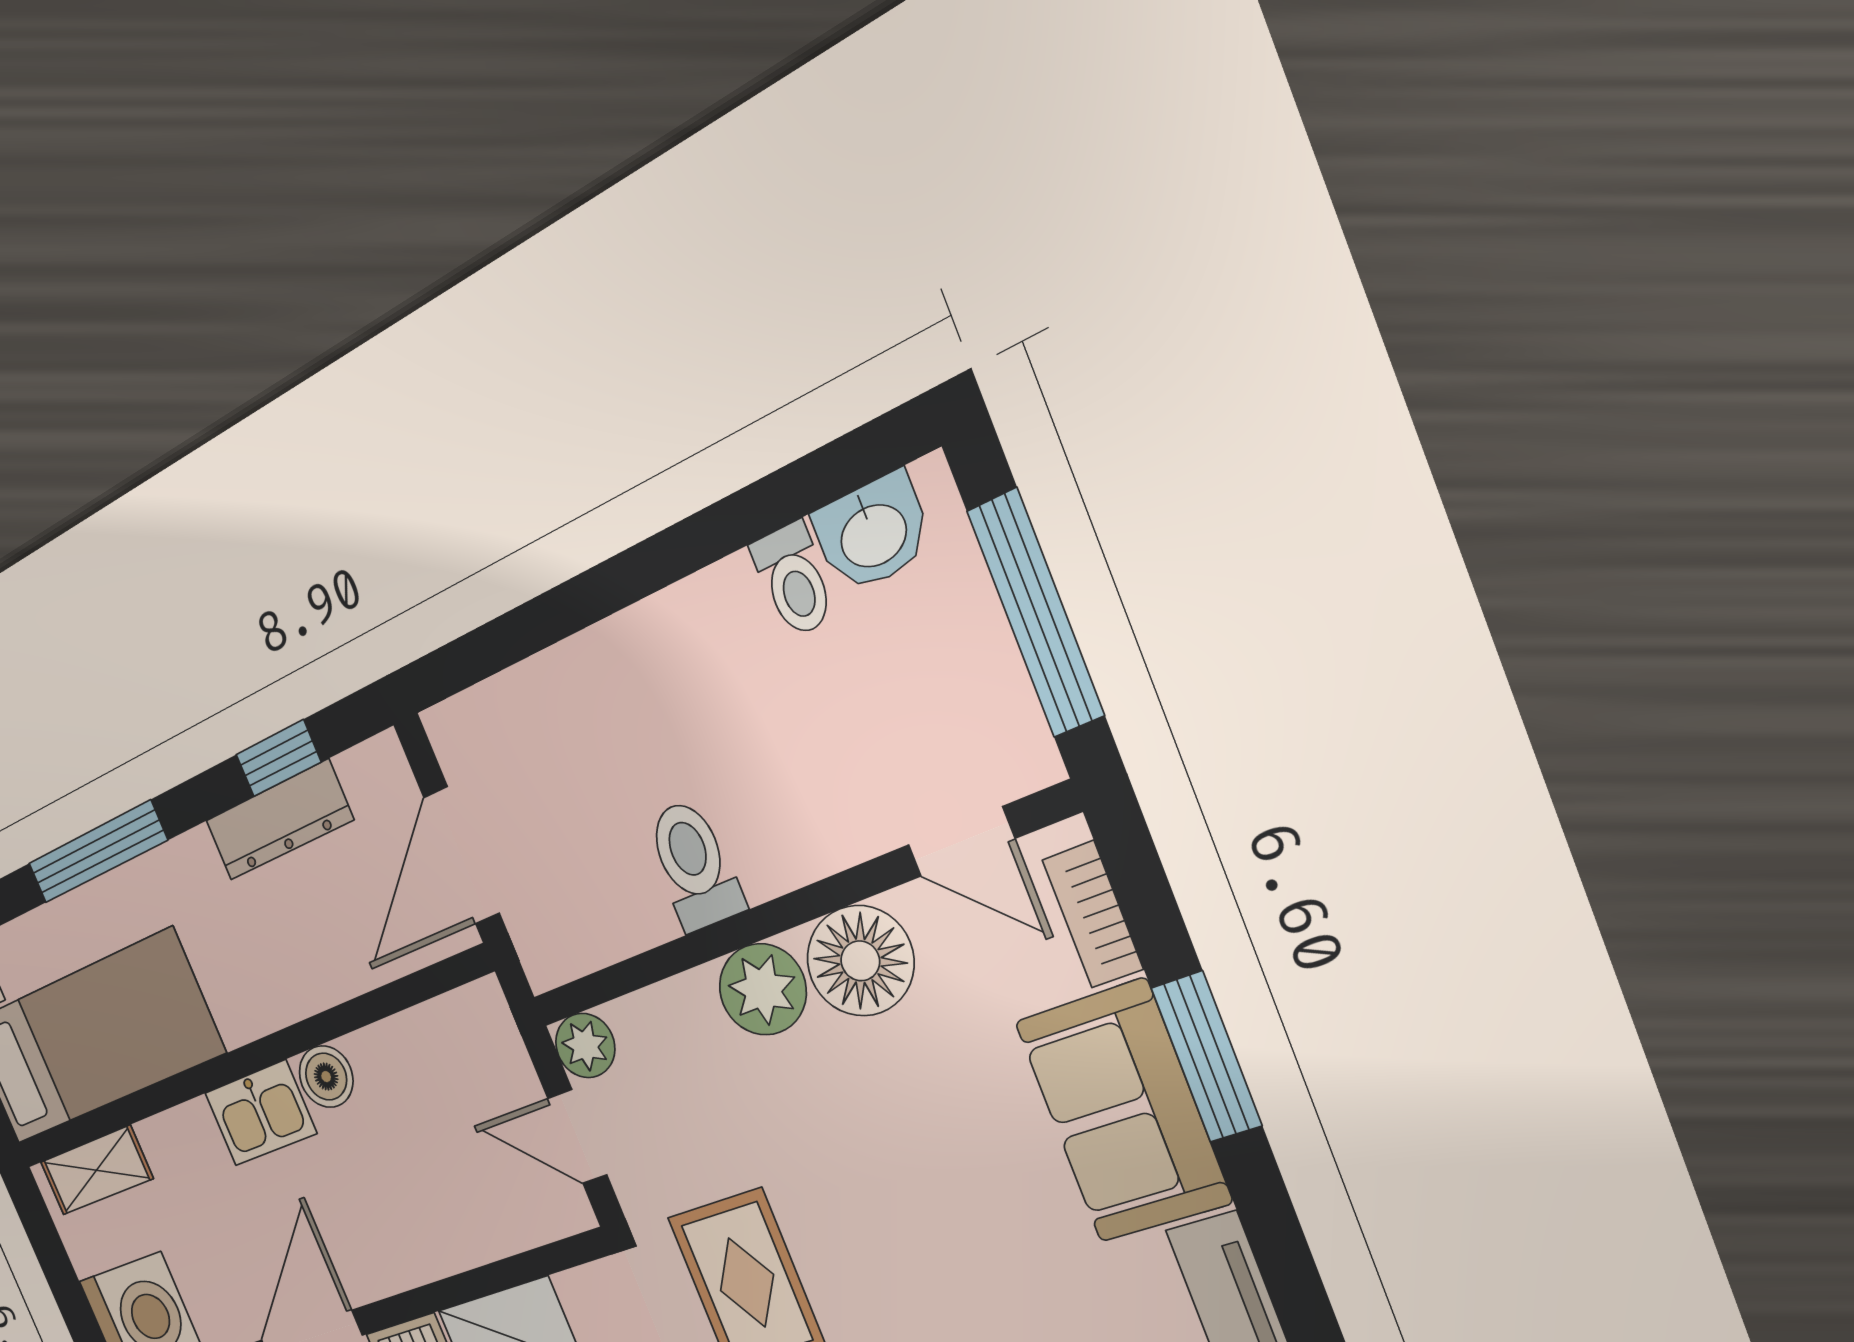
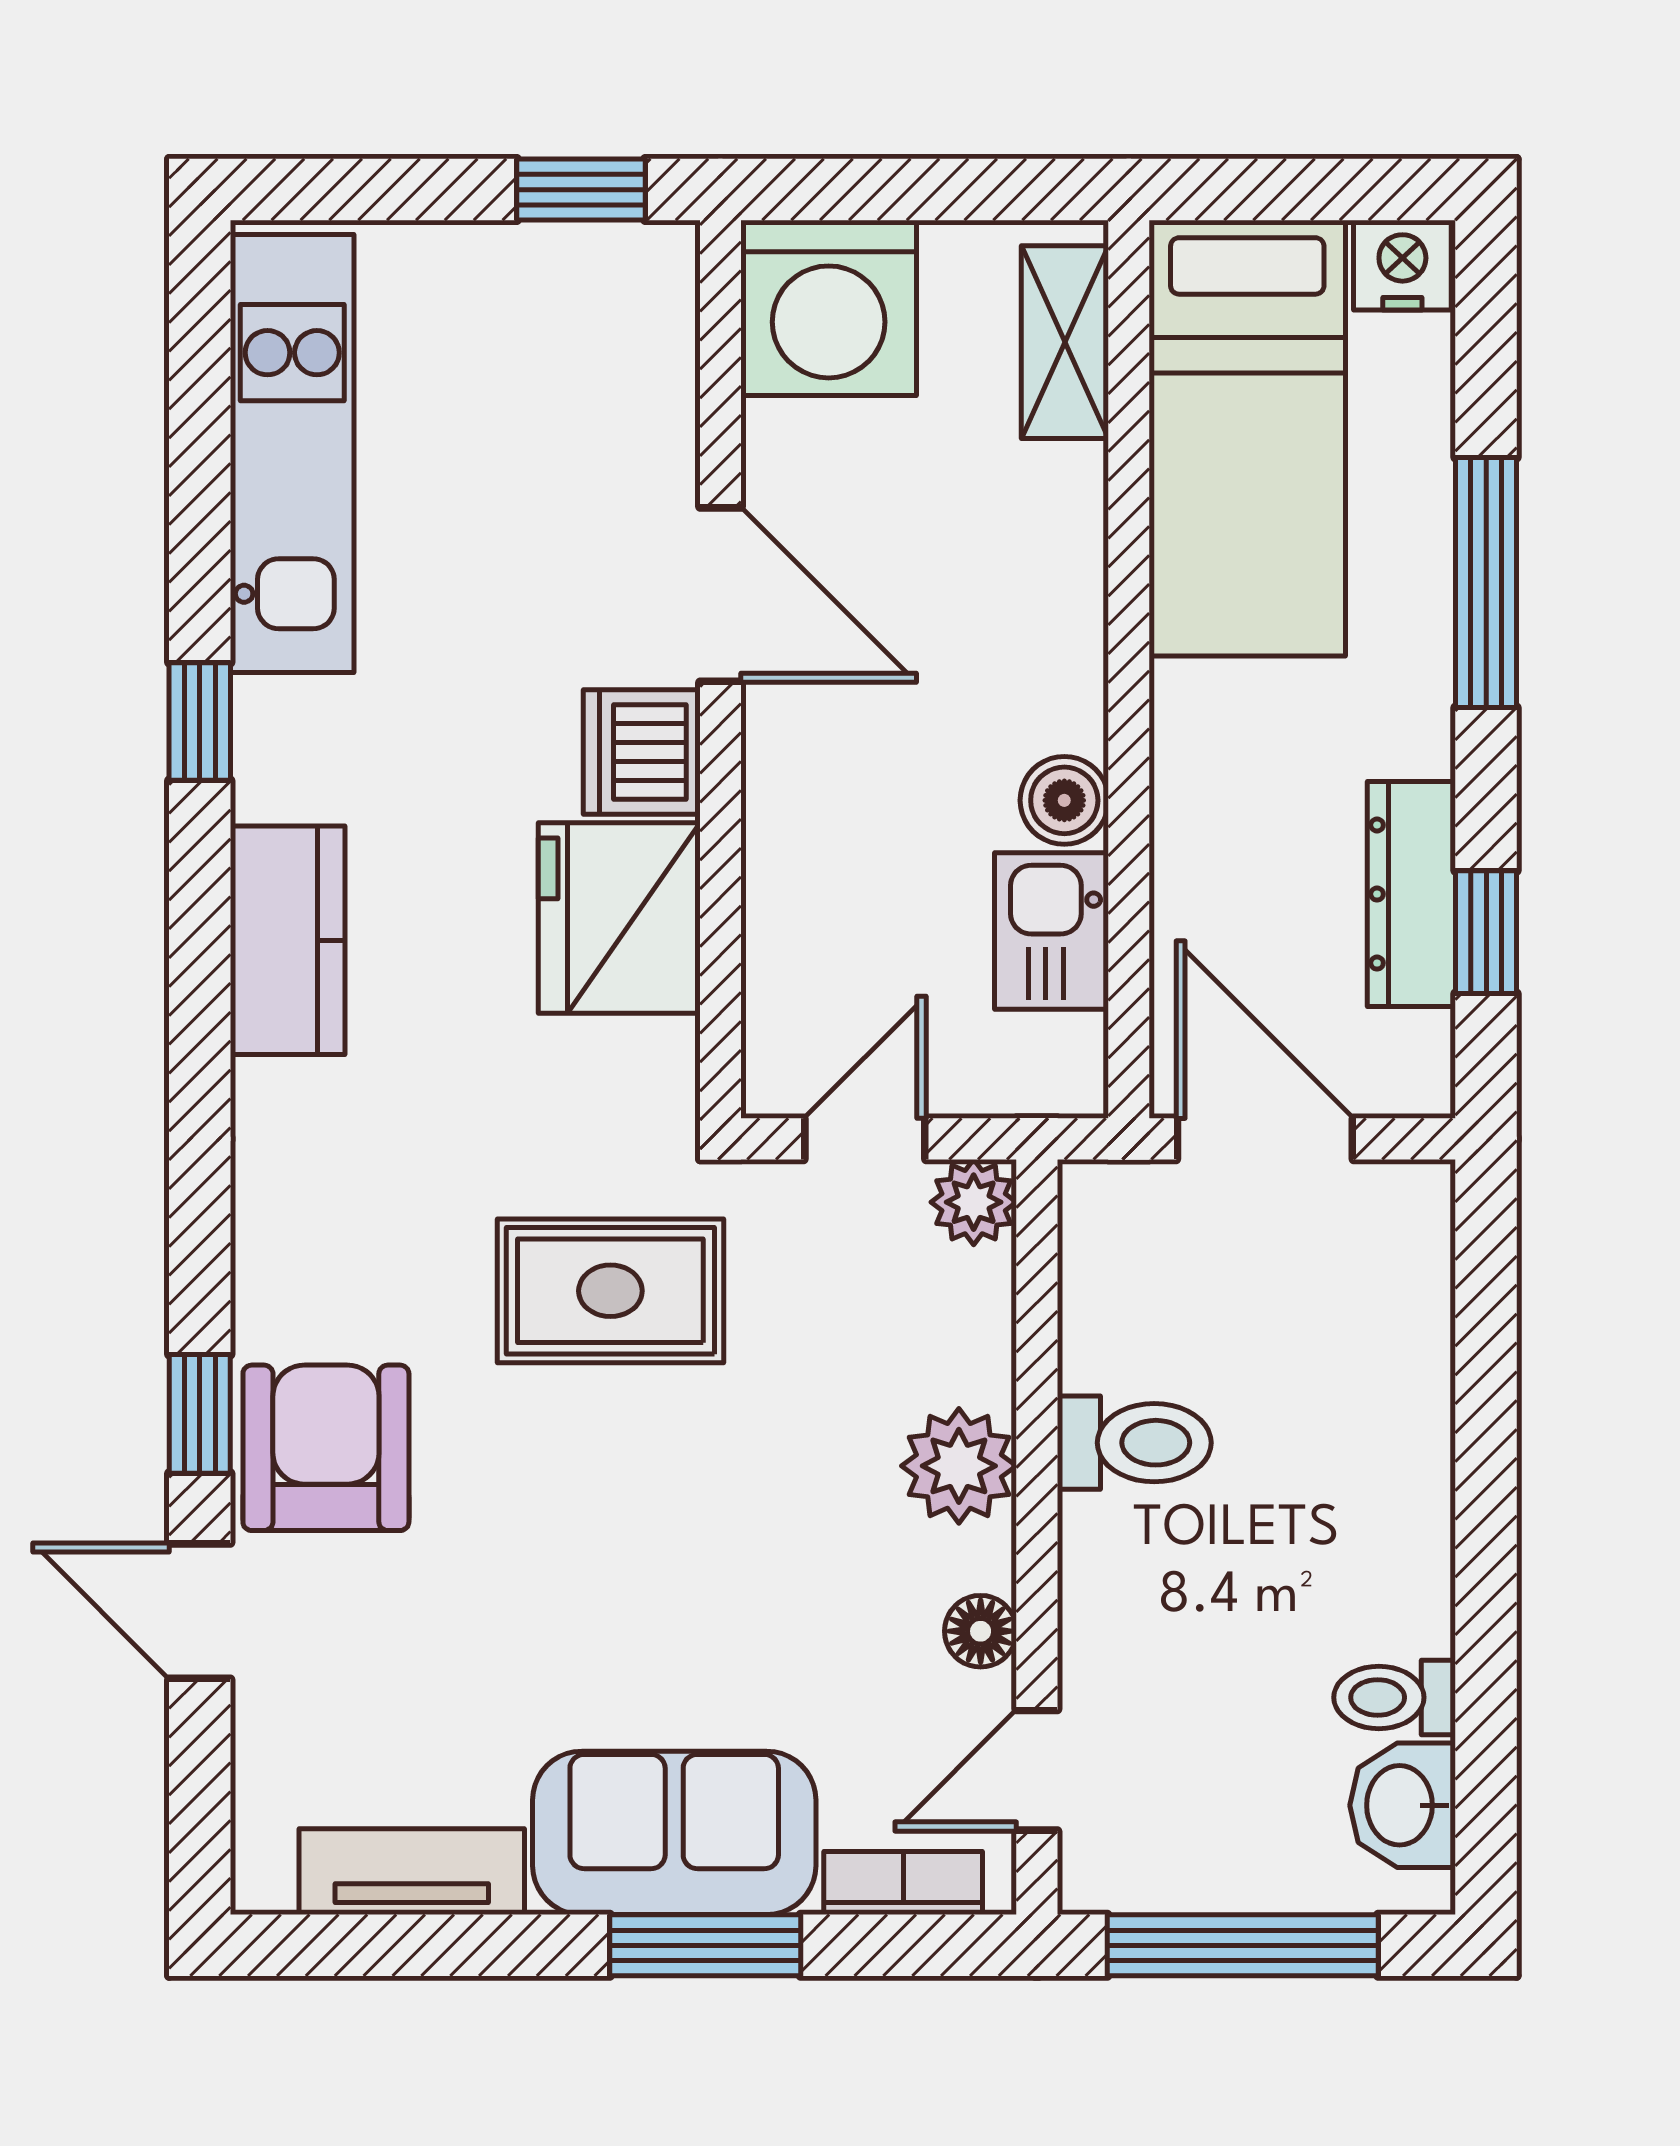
floor lamp: (860, 961) -> (981, 1631), width x0.53, depth x0.53
kitchen sink: (261, 1113) -> (1052, 931), moved

